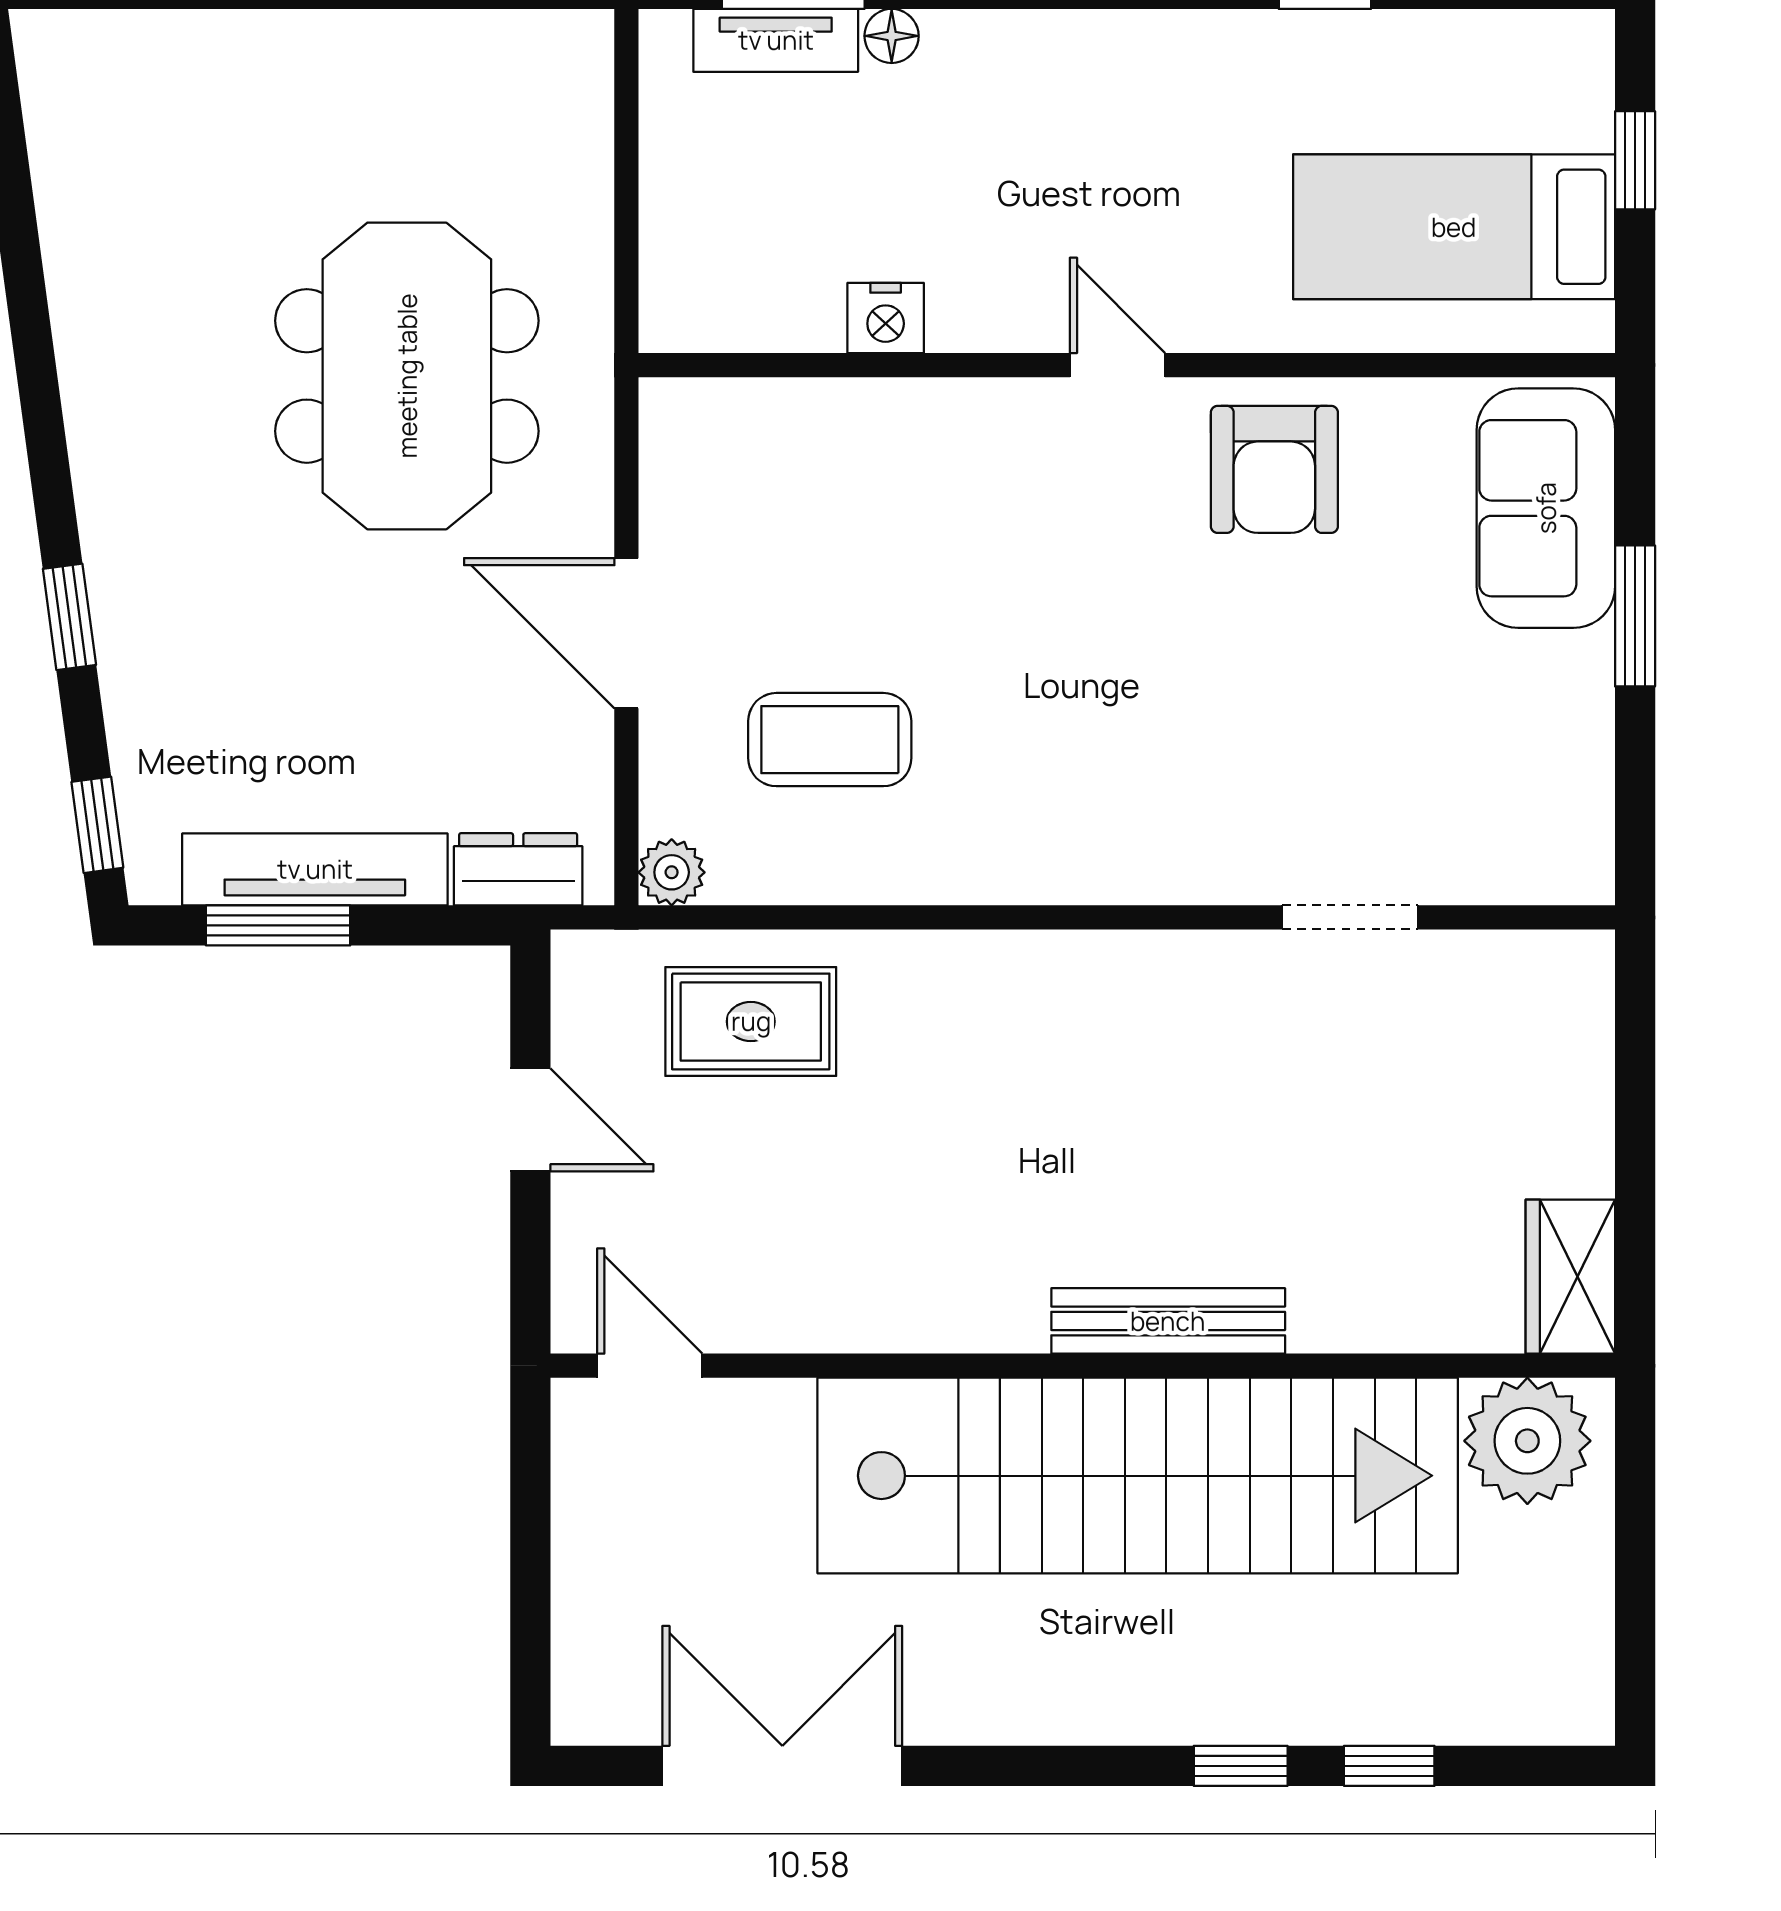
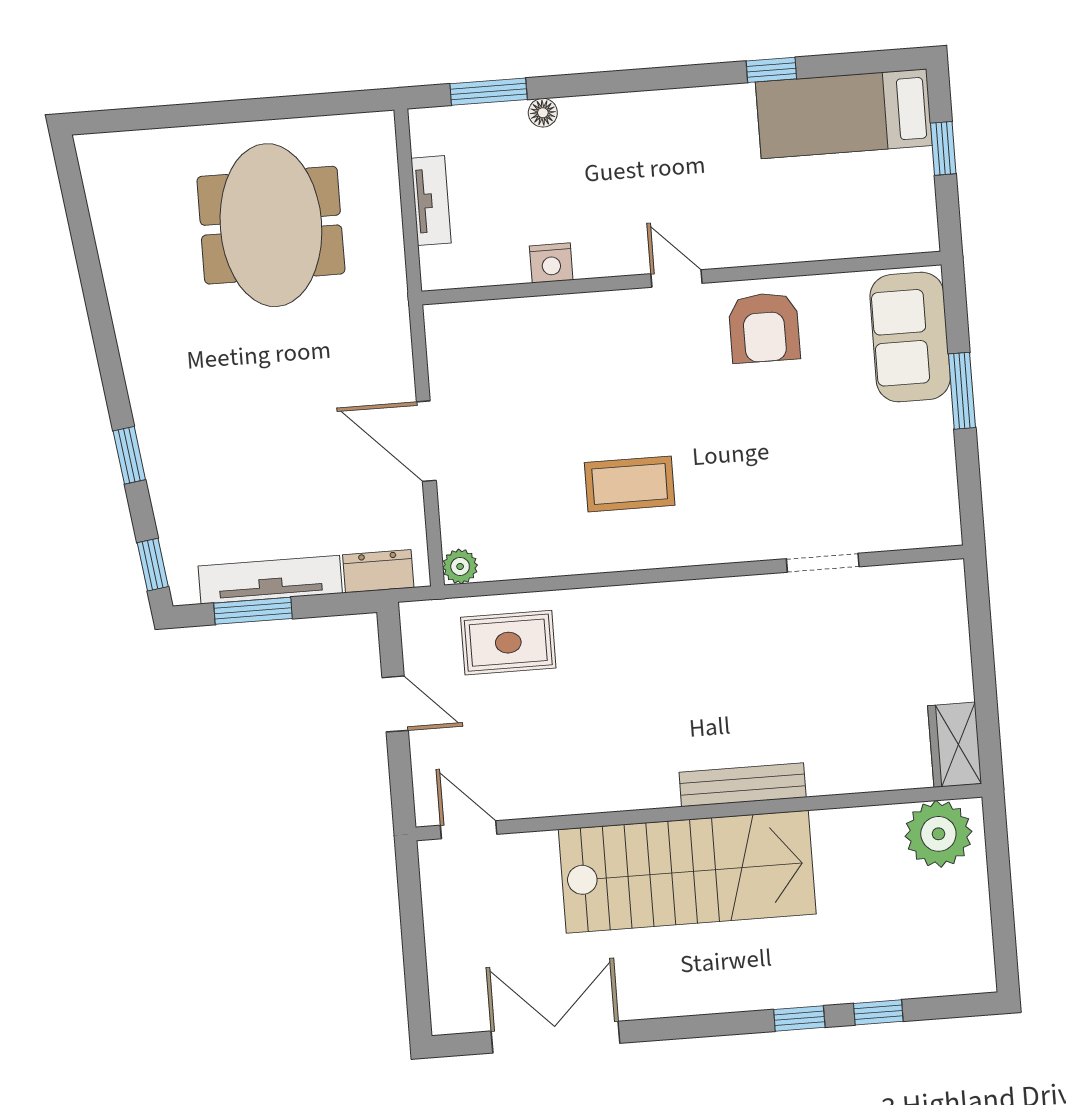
tv unit: (776, 40) -> (431, 201), moved, turned -90
bed: (1454, 227) -> (844, 114), moved
meeting table: (407, 376) -> (271, 225), moved
coffee table: (830, 740) -> (630, 484), moved
stairs: (1138, 1476) -> (687, 872), width x0.73

